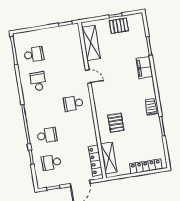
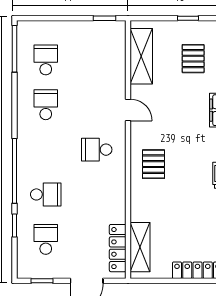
pallet: (119, 26) -> (193, 59), moved, turned 90
school desk: (34, 54) -> (46, 60), turned -90
pallet: (116, 123) -> (153, 164), moved
school desk: (51, 162) -> (46, 239), turned 90

